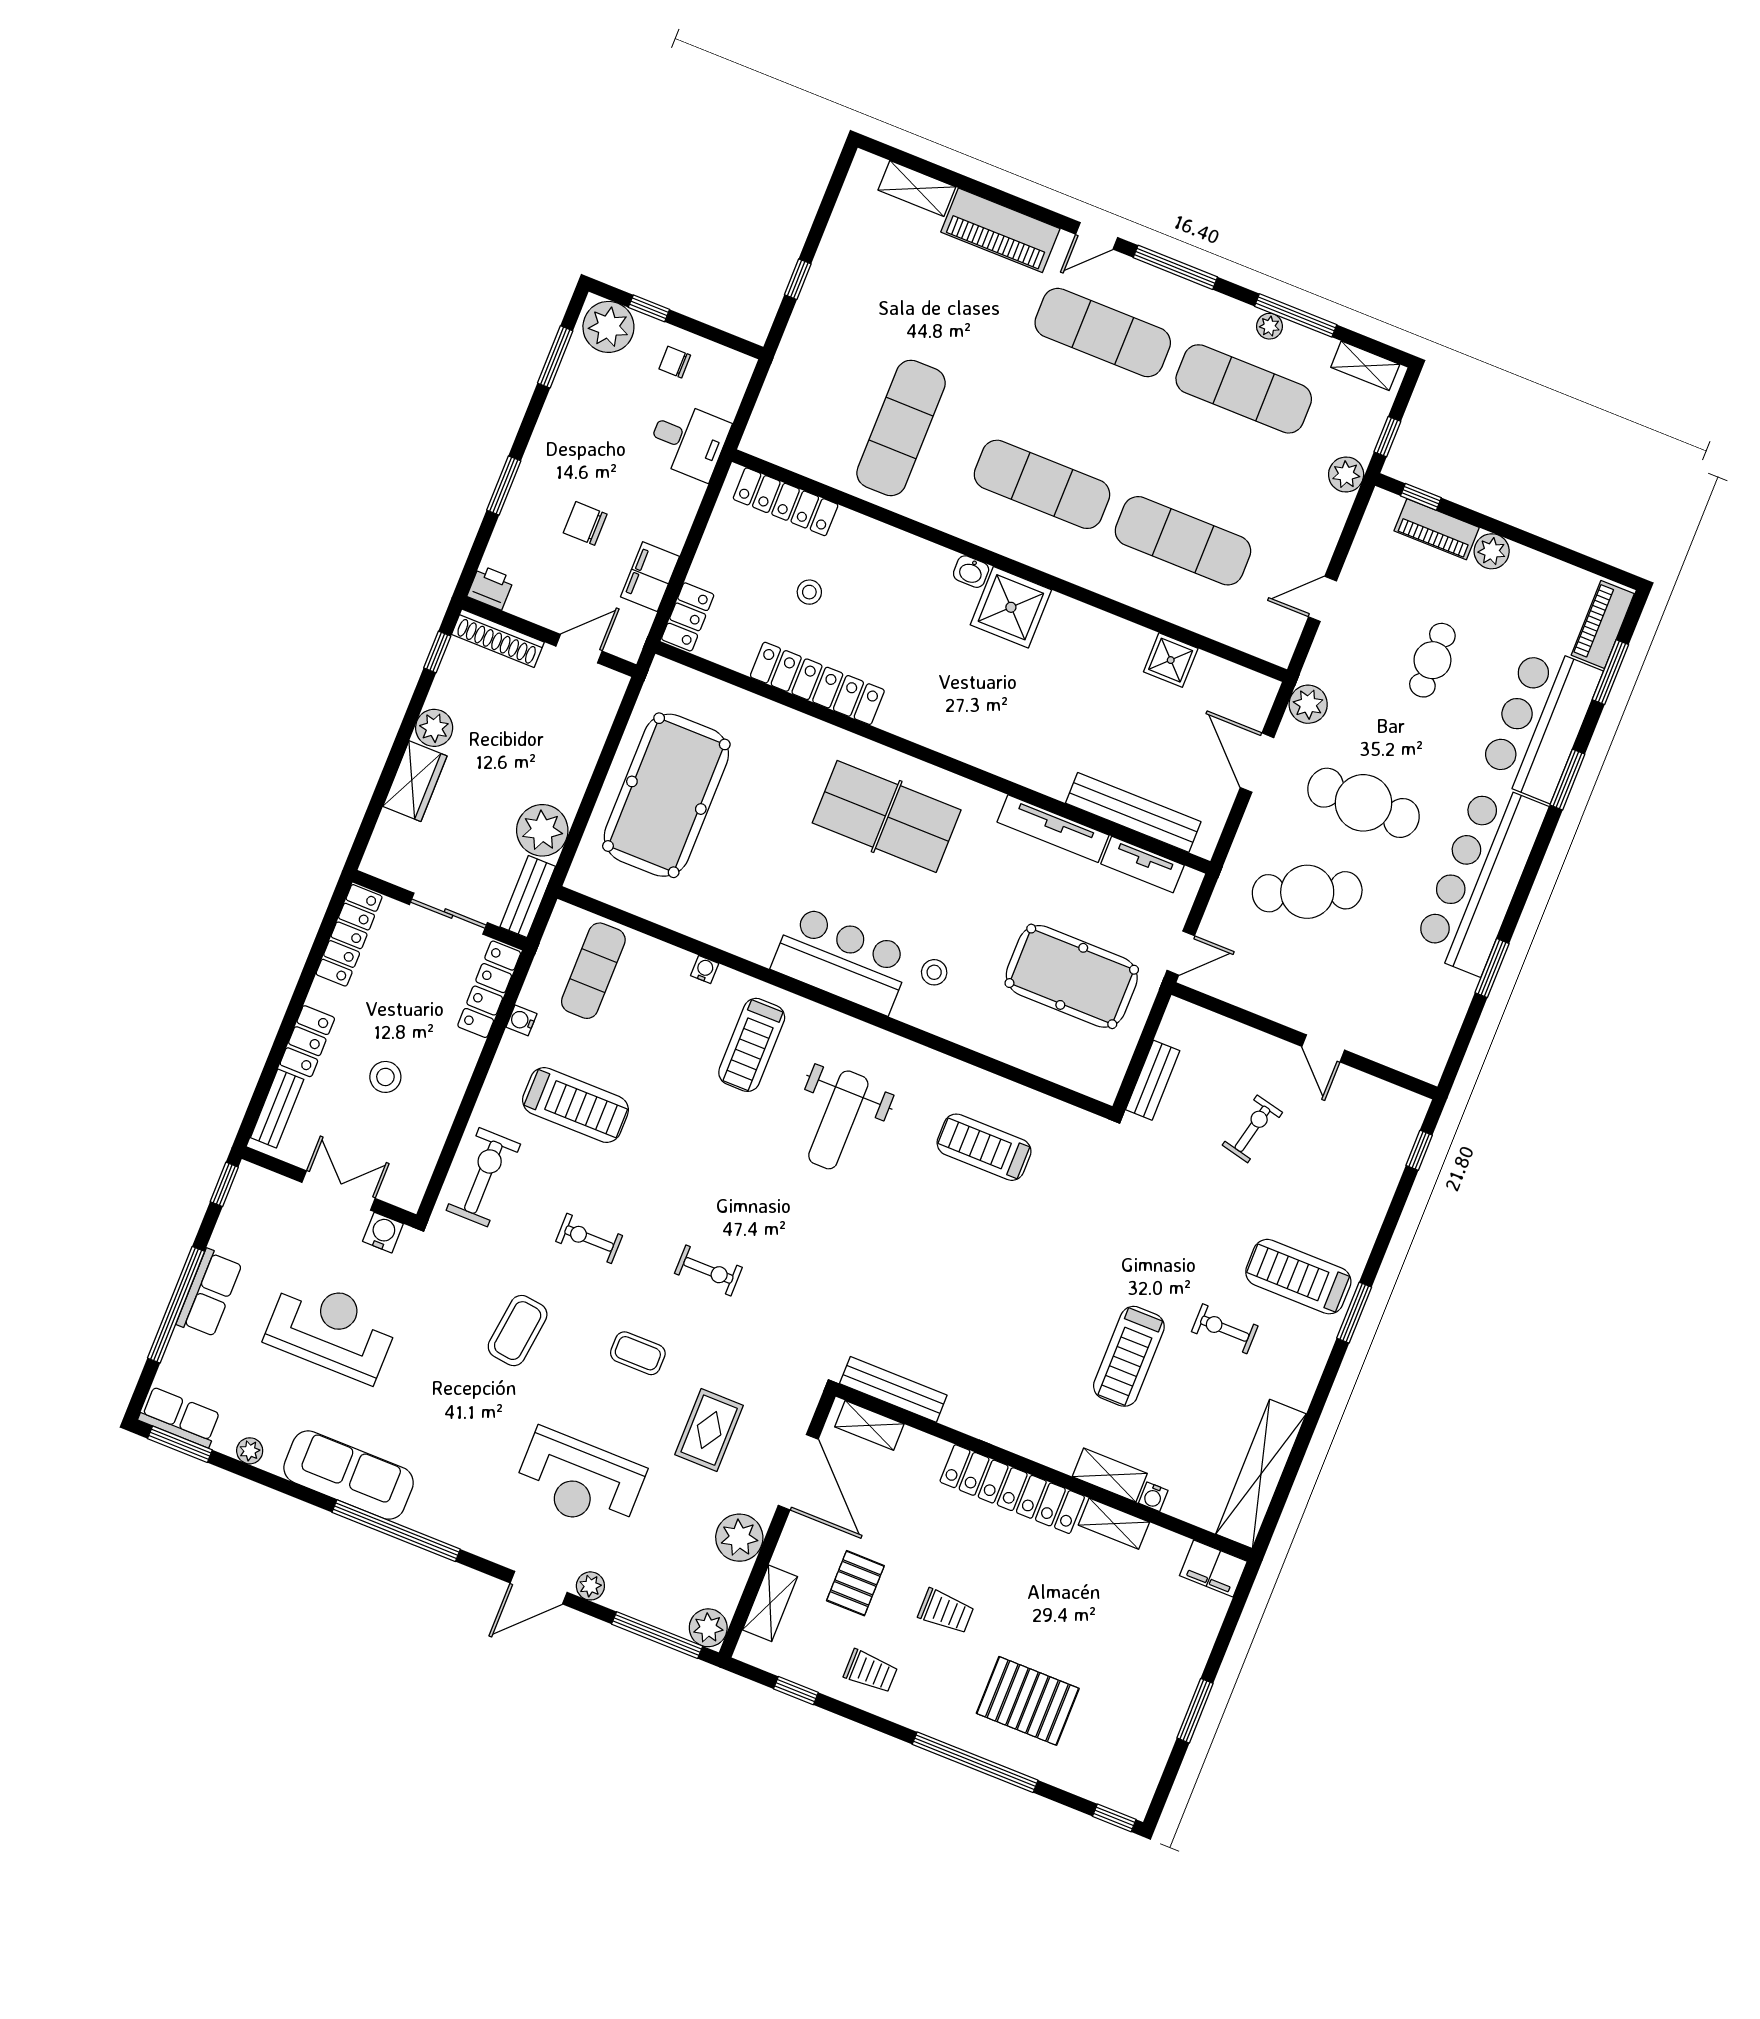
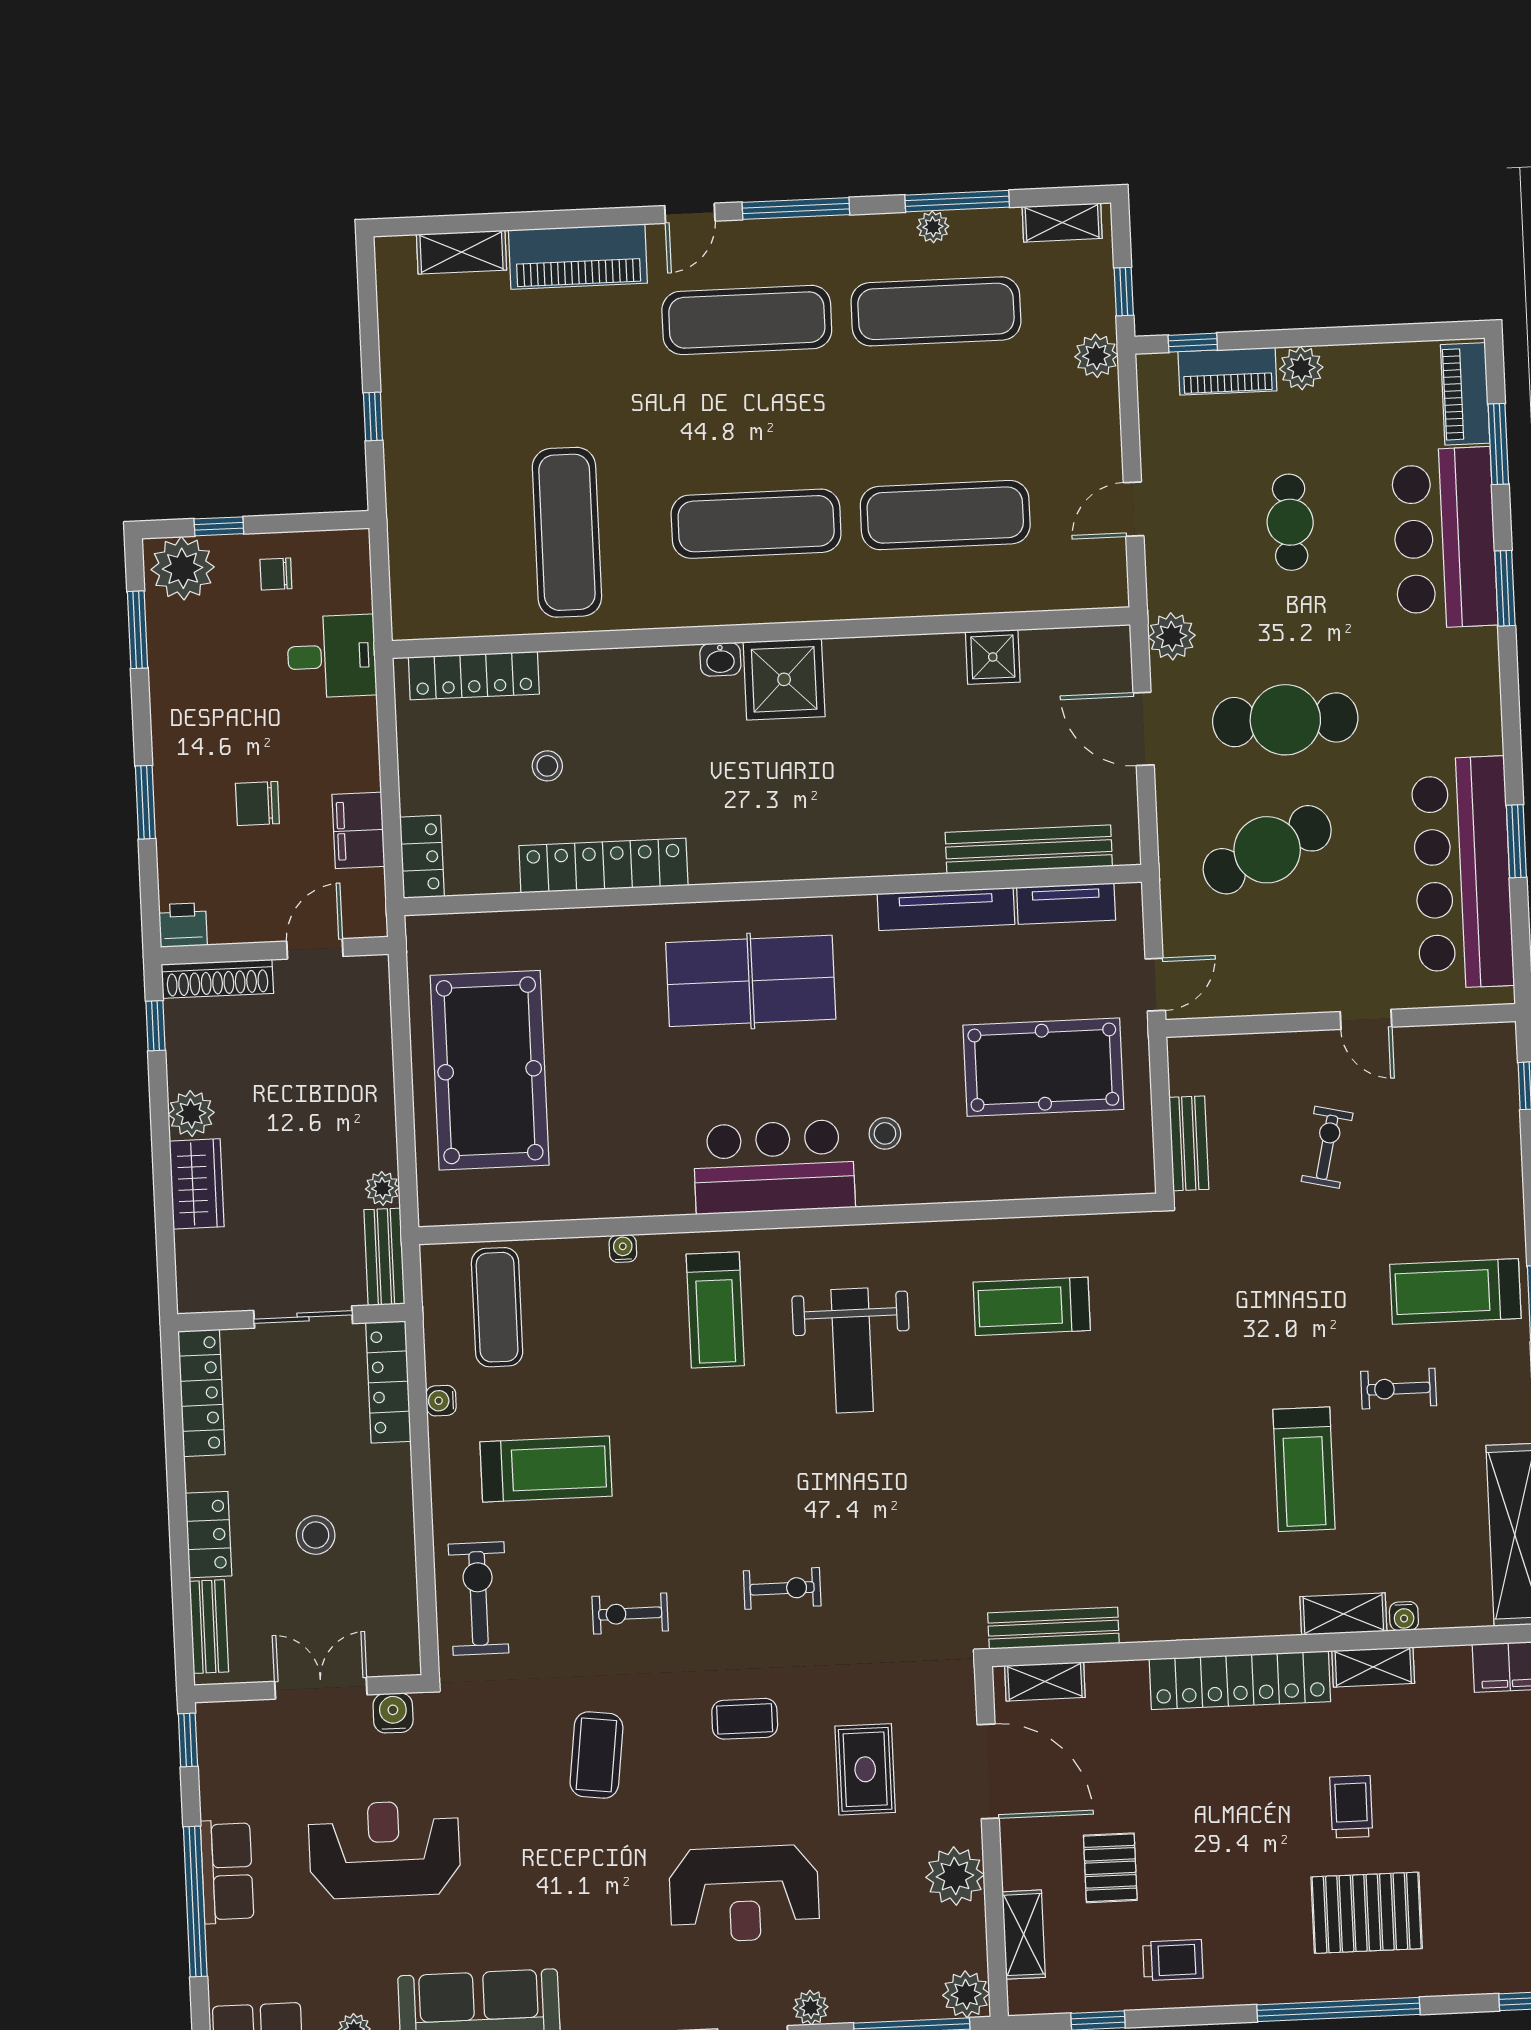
plant: (542, 830) -> (382, 1188), width x0.53, depth x0.53
bar counter: (1480, 878) -> (1463, 873), moved
trolley: (946, 1611) -> (1351, 1807), moved, turned -90

